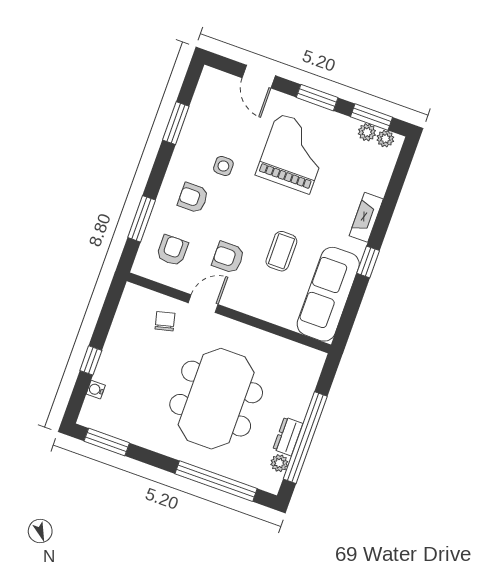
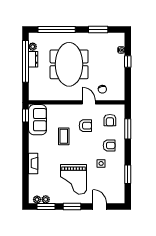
window: (368, 262) -> (26, 115), moved
sofa: (328, 294) -> (38, 120), width x0.73
door: (203, 304) -> (89, 102), swing flipped
window: (107, 442) -> (98, 29), moved

